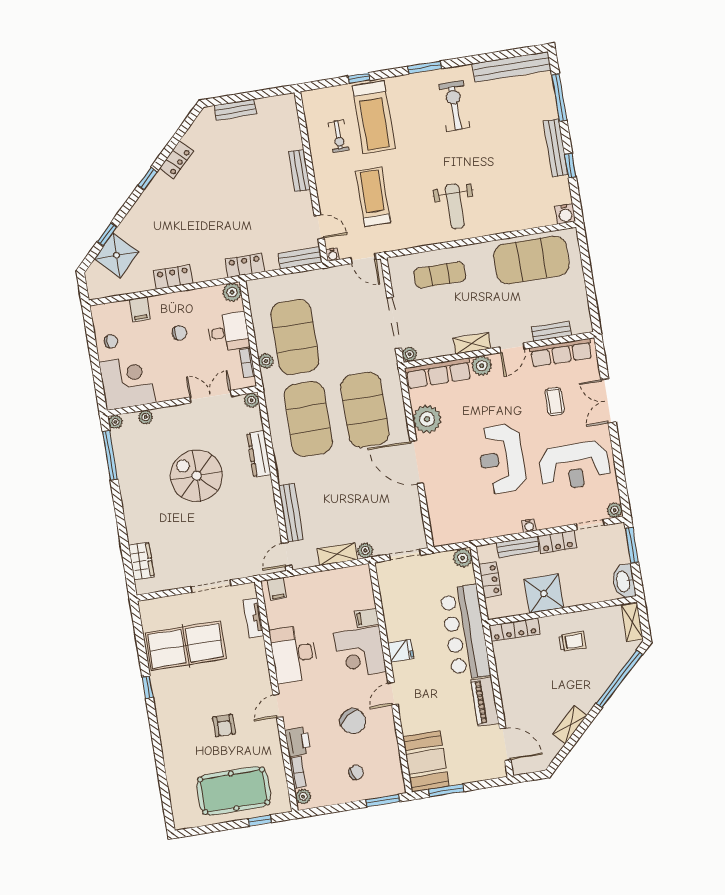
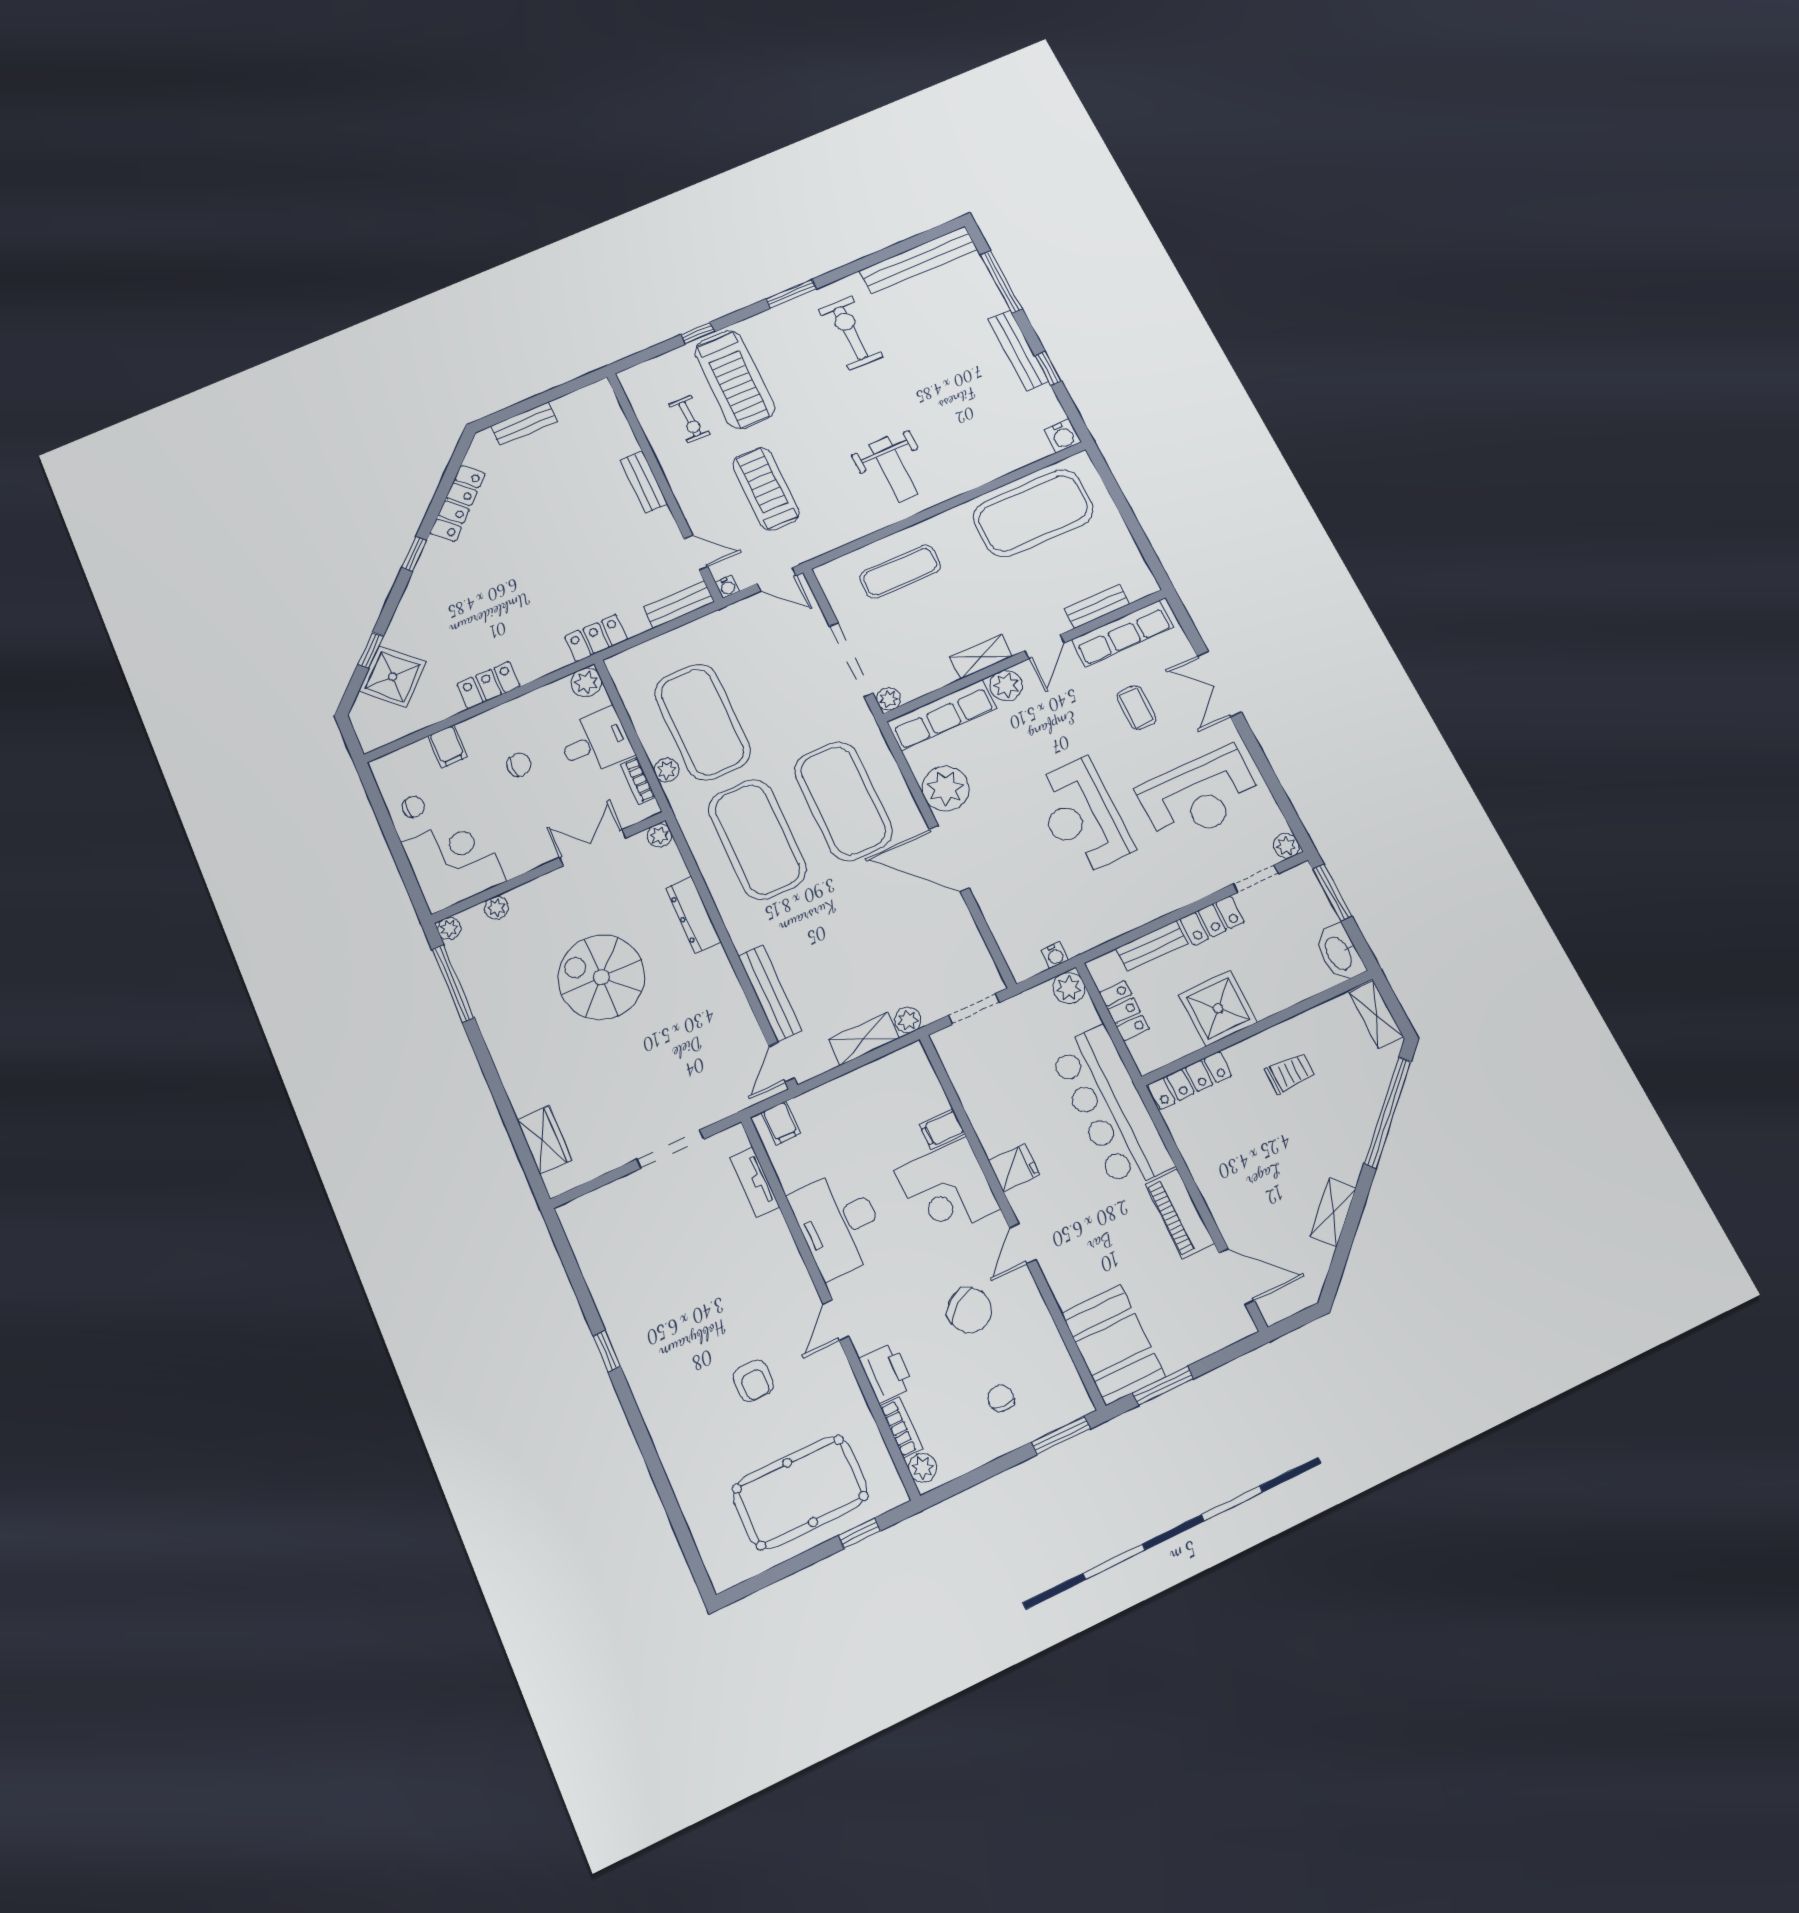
locker: (176, 160) -> (458, 503), width x1.53
water cooler: (529, 526) -> (1055, 955), moved
table tennis table: (186, 646) -> (654, 1261), removed
chair: (356, 772) -> (1001, 1398), turned -70

